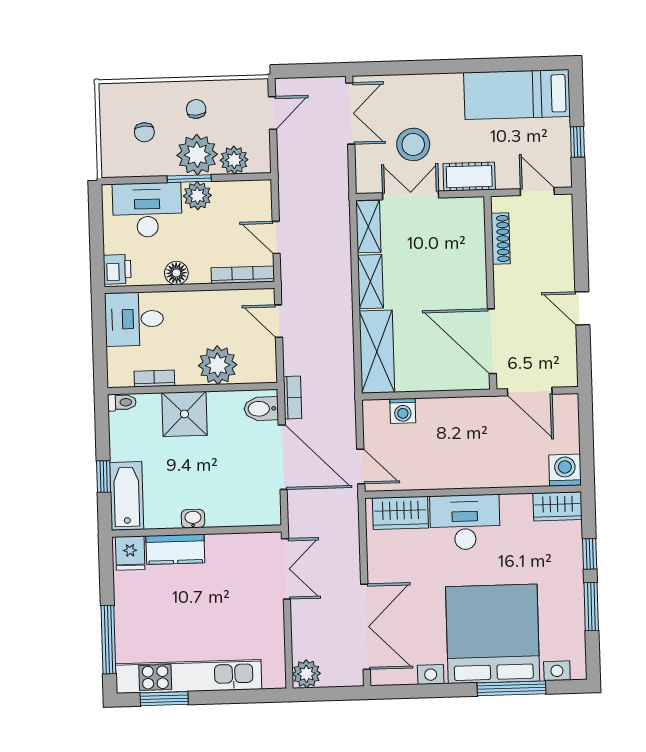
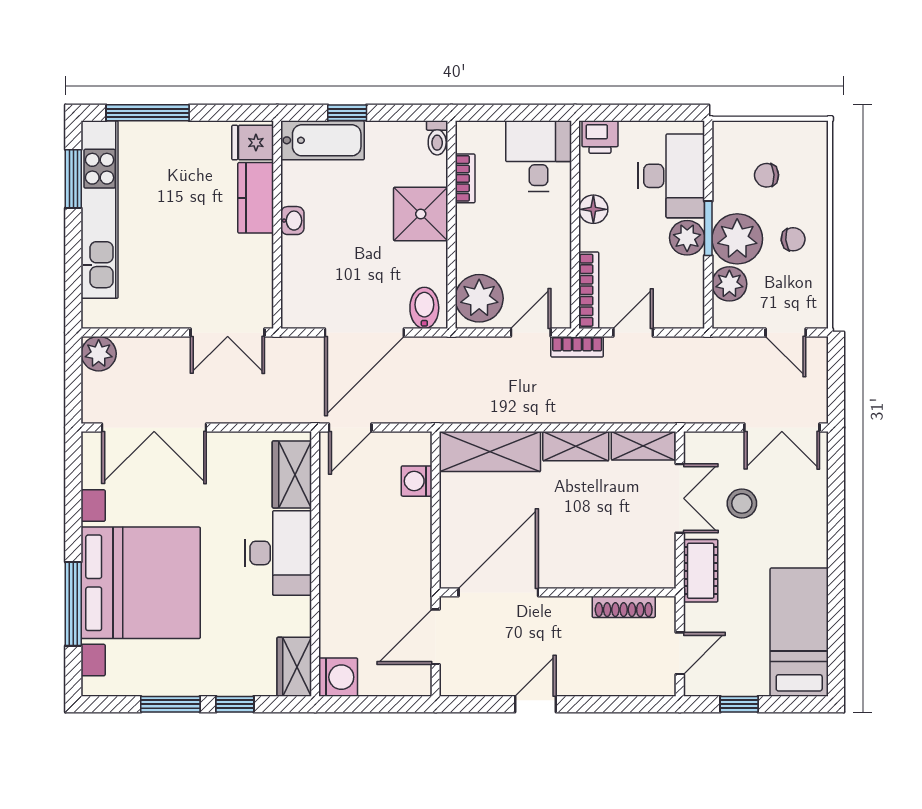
stool: (413, 144) -> (742, 503), width x0.73, depth x0.73
plant: (218, 365) -> (479, 298), moved
bookcase: (293, 398) -> (577, 347), moved

